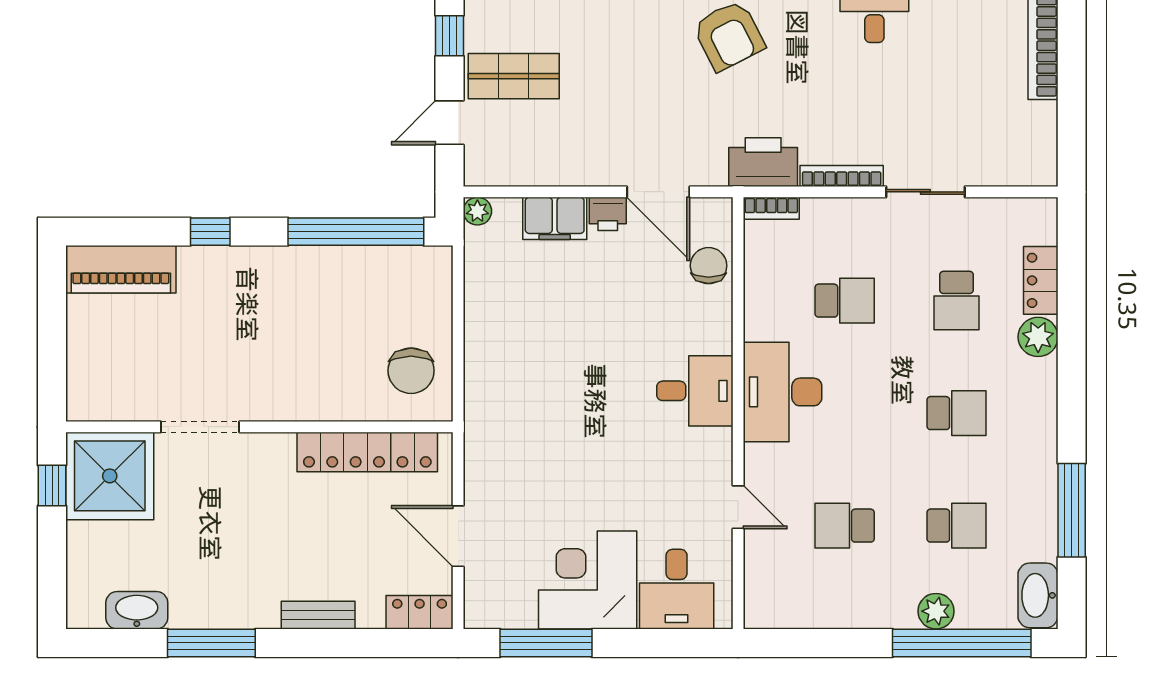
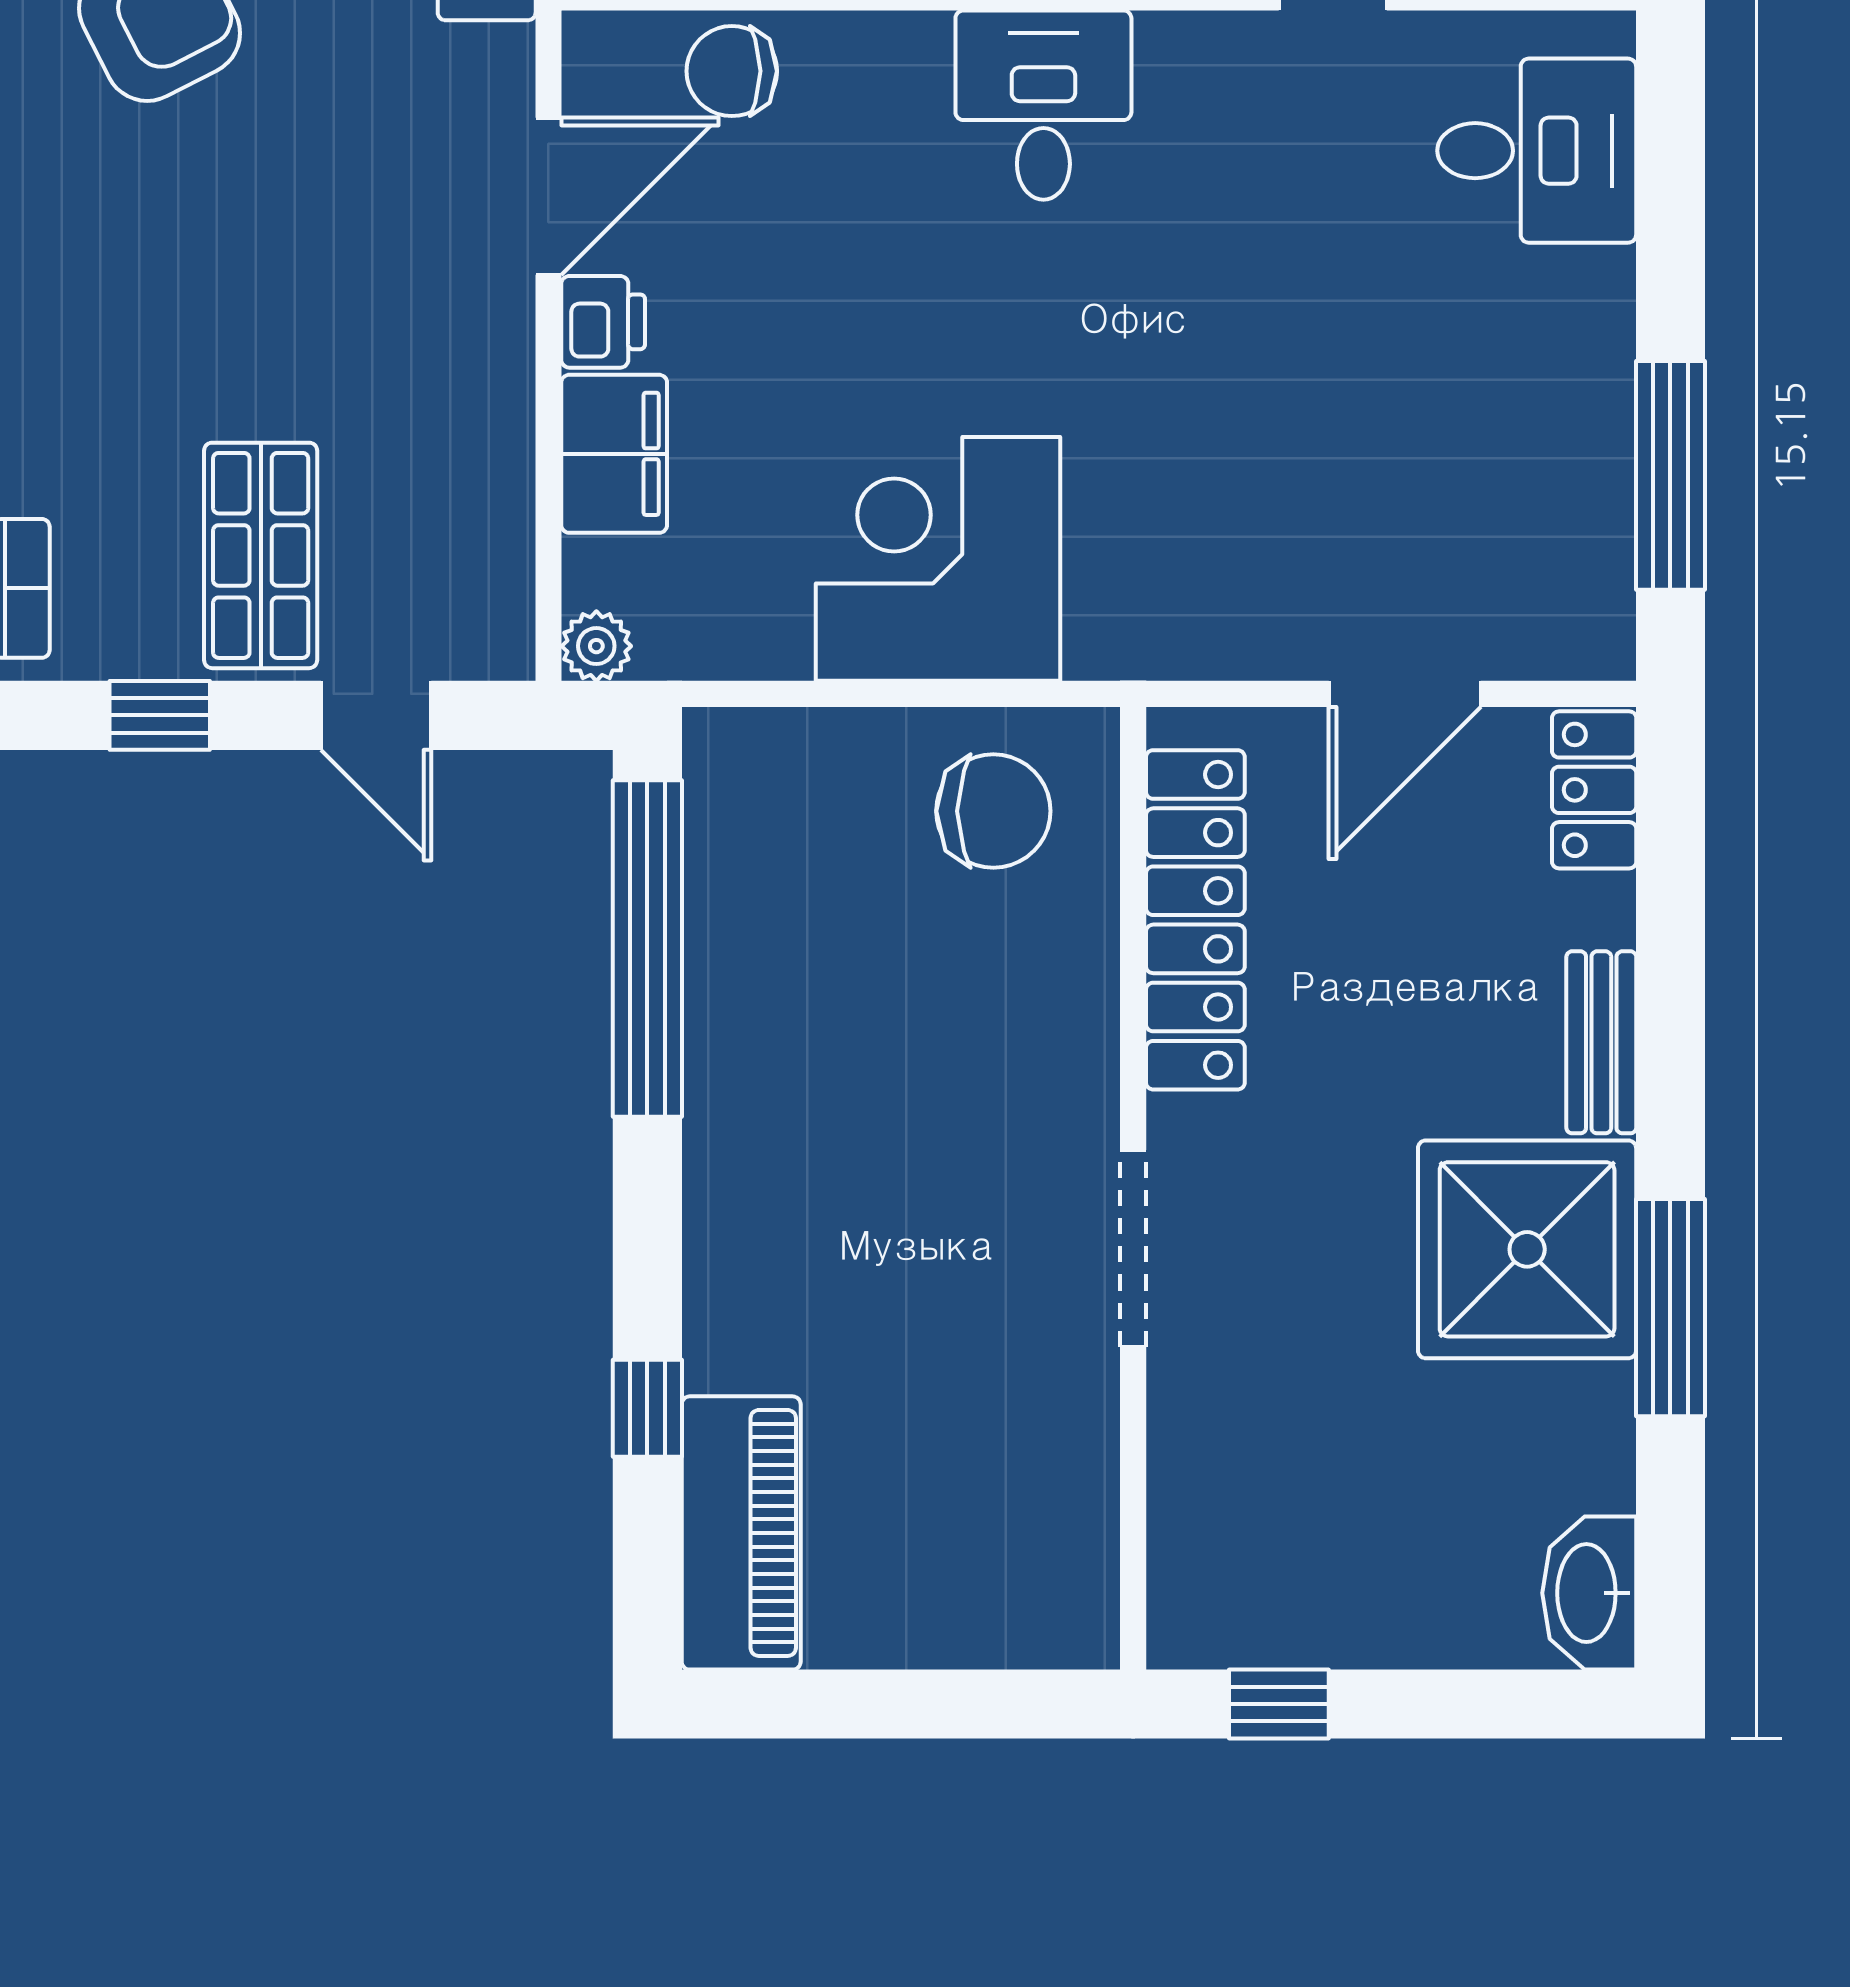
window: (210, 232) -> (647, 1408), moved
doorway: (200, 427) -> (1133, 1248), moved
shower: (110, 476) -> (1527, 1249), moved
corner desk: (588, 580) -> (938, 559), moved, turned 90
washbasin: (137, 610) -> (1589, 1593), moved

